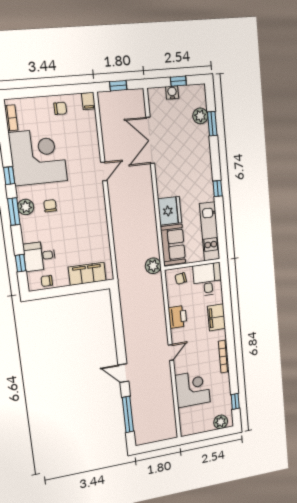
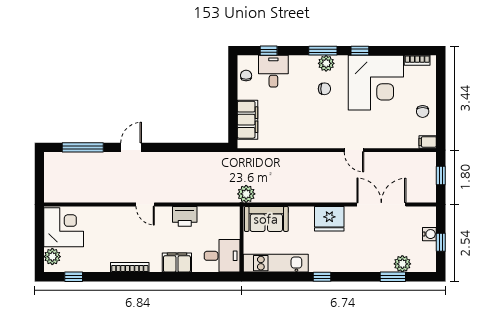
fridge: (170, 211) -> (329, 219), moved
chair: (181, 279) -> (228, 224), removed
corner desk: (193, 389) -> (64, 227), moved, turned -90

